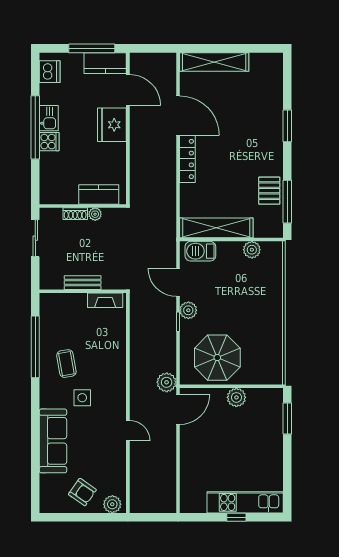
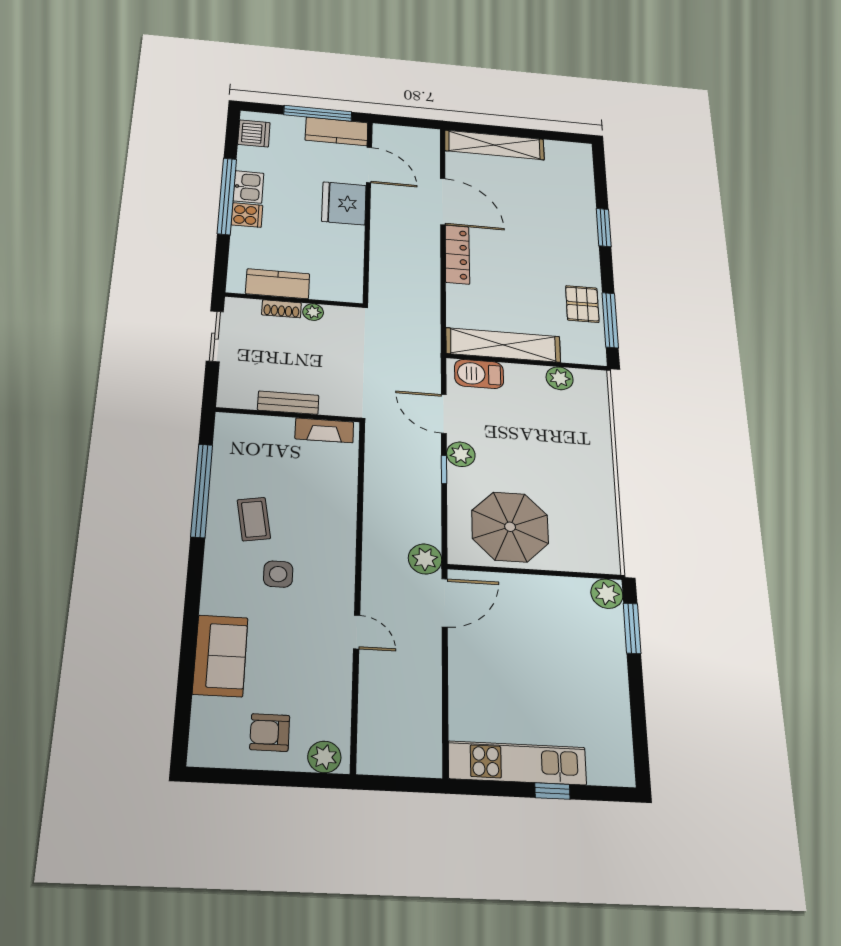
kitchen counter: (99, 194) -> (278, 284), moved
plant: (236, 397) -> (607, 594), moved
sofa: (53, 441) -> (220, 656), width x0.73
armchair: (82, 492) -> (270, 732), turned 145
kitchen unit: (245, 502) -> (517, 763), moved

